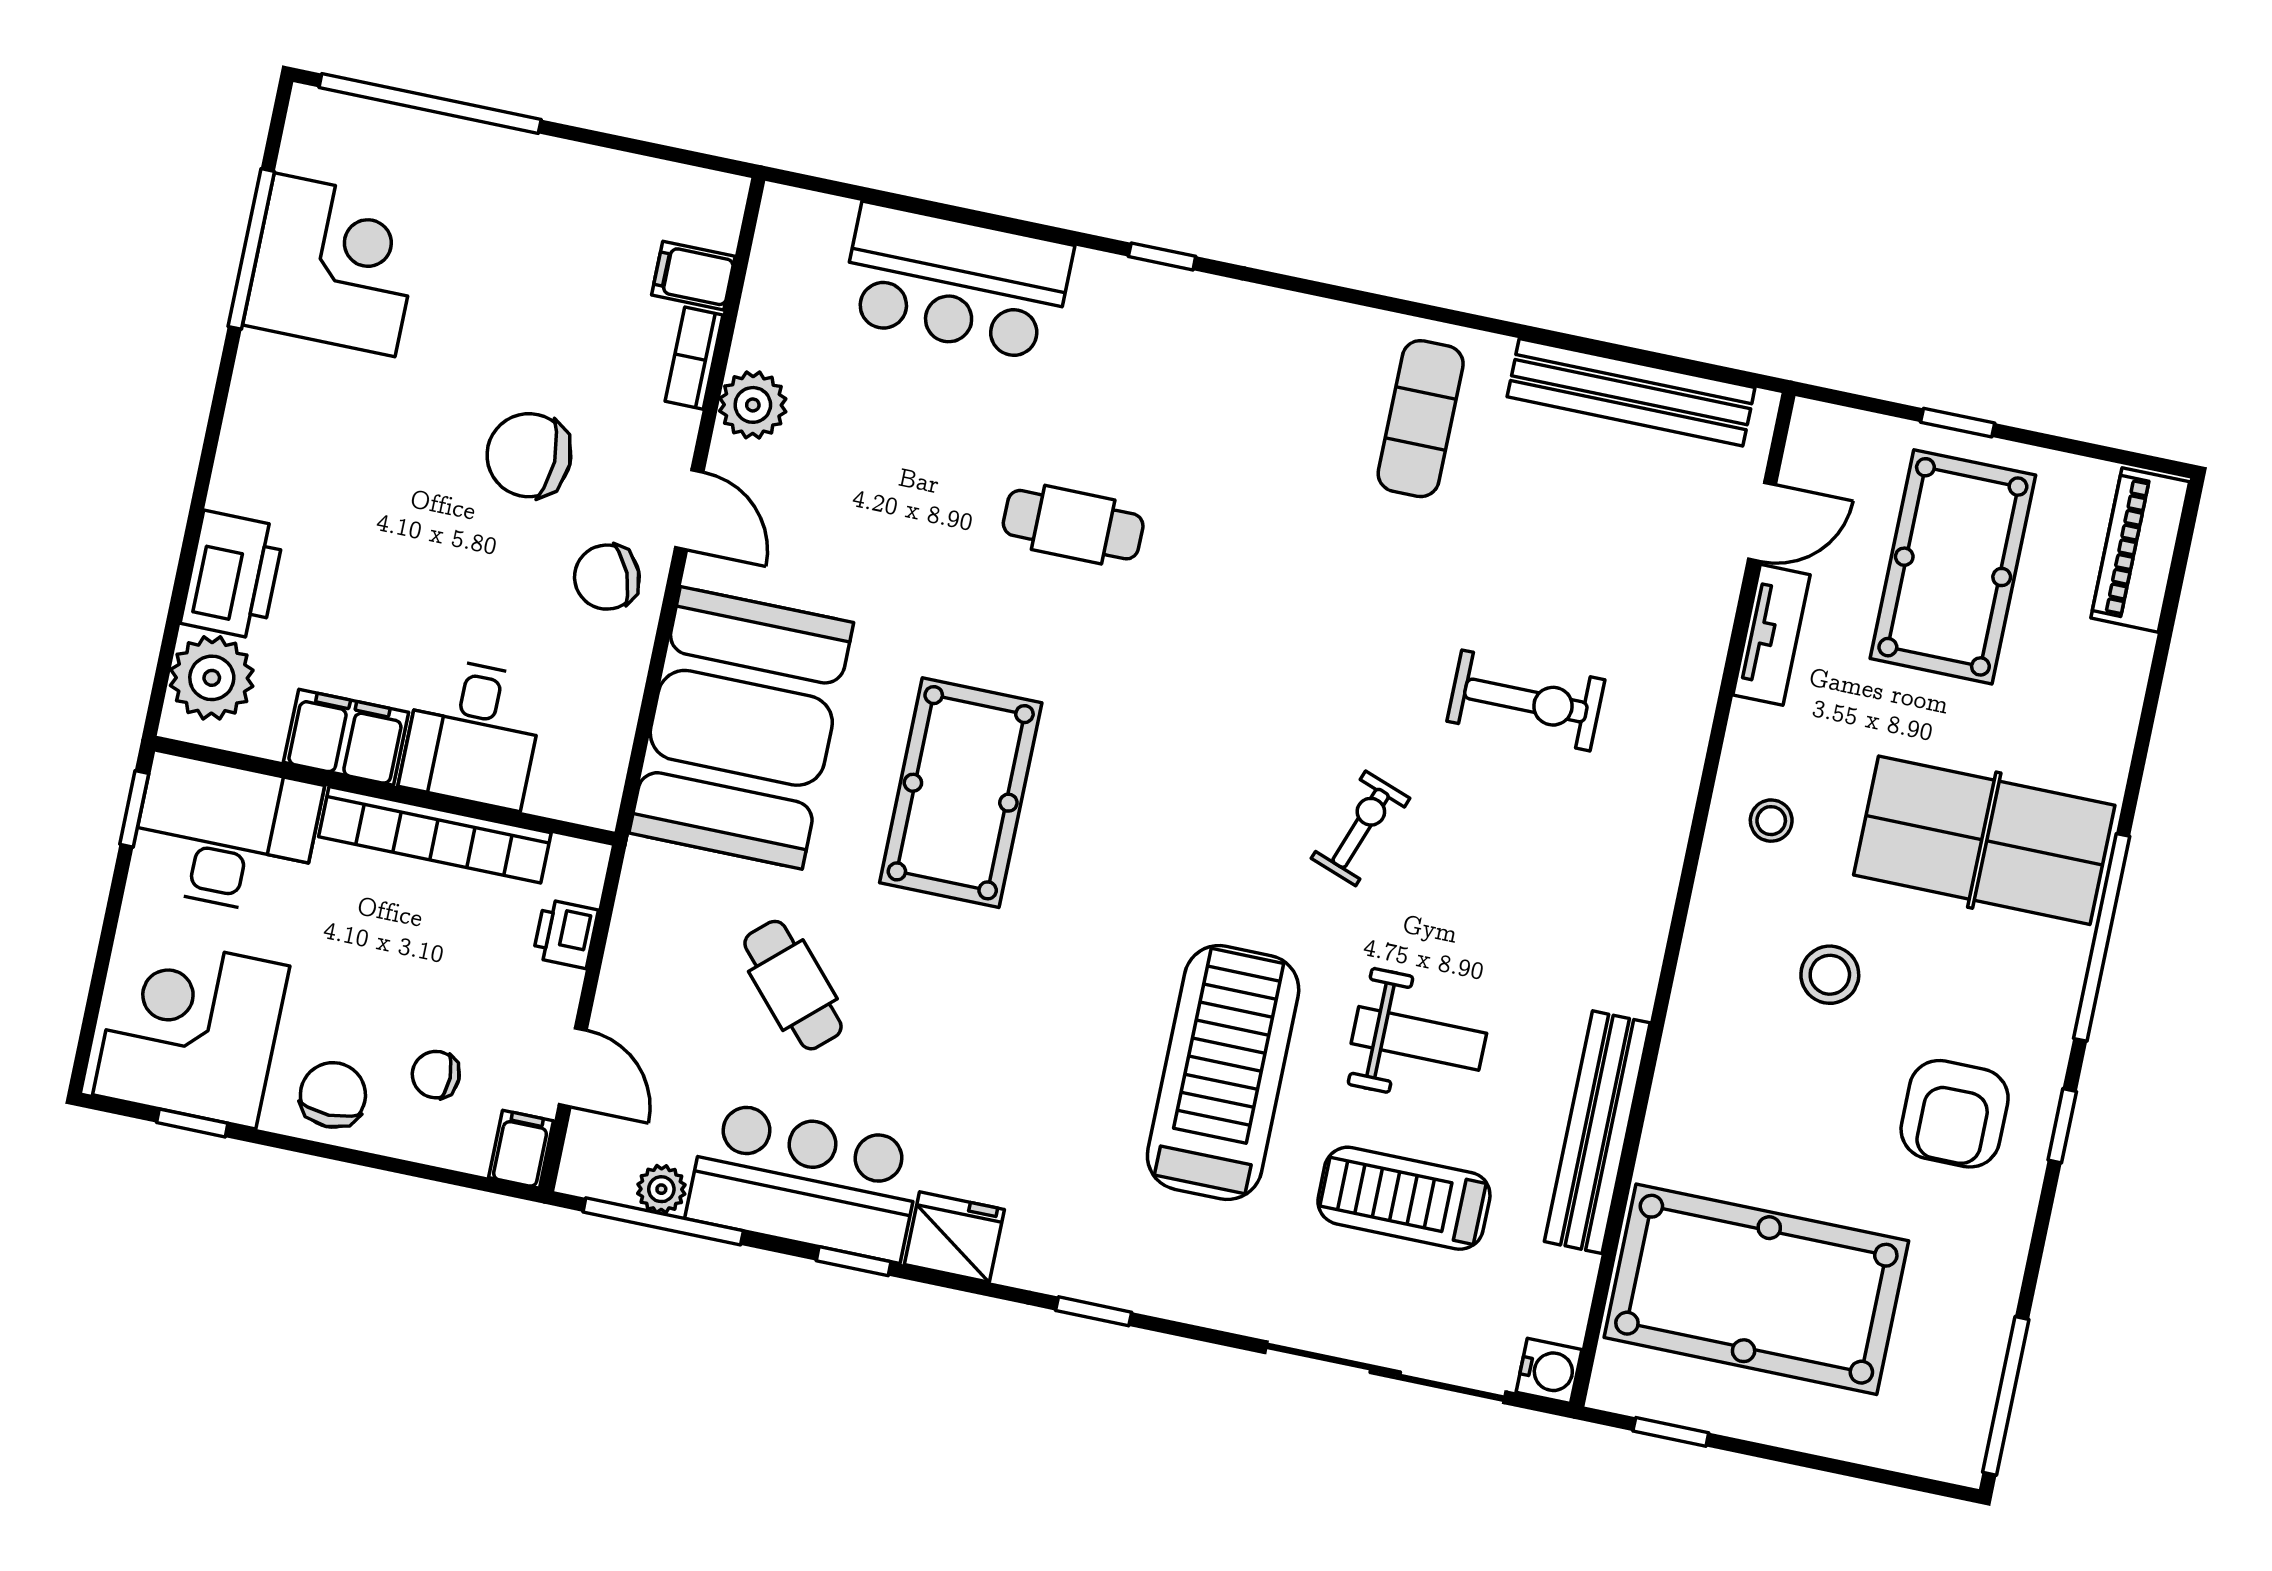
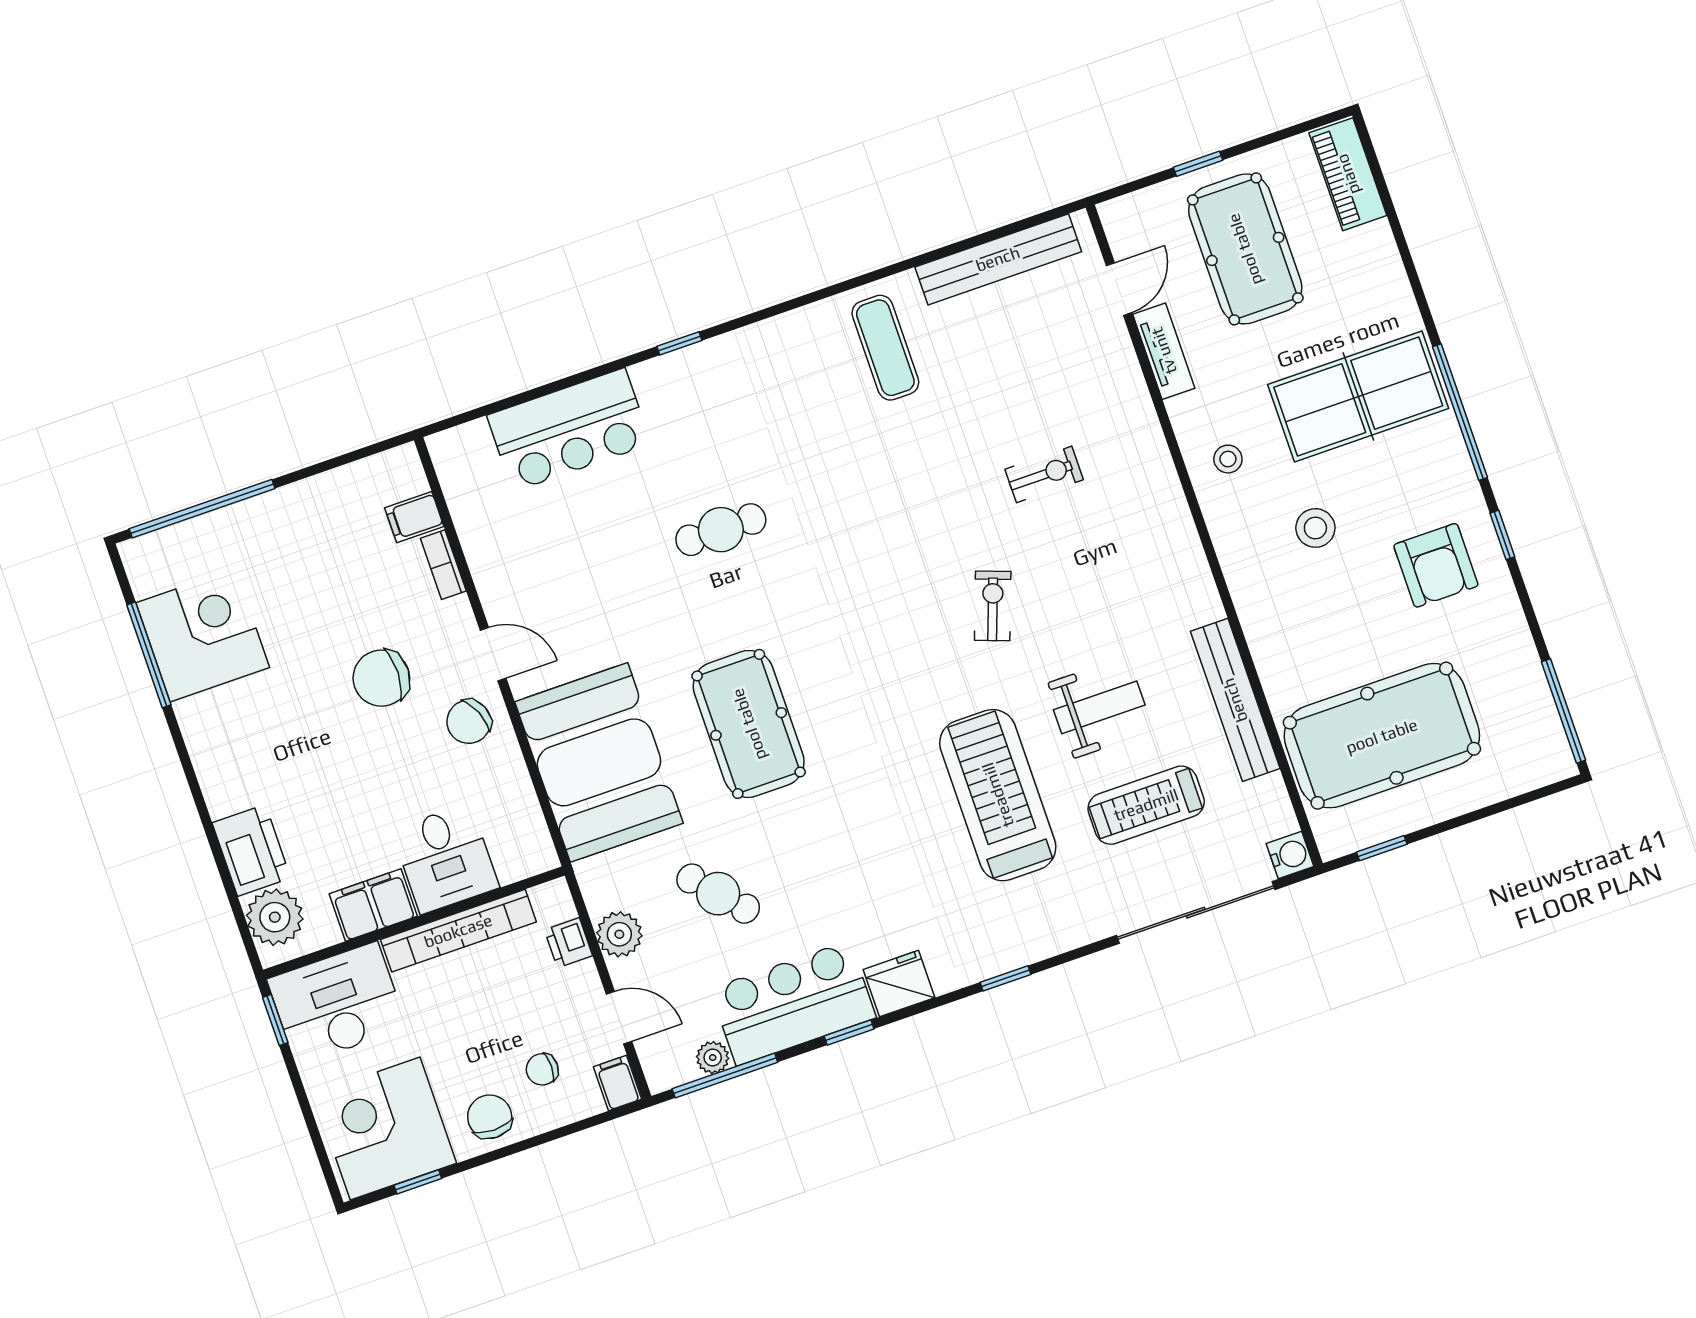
plant: (753, 405) -> (619, 934), moved
exercise bike: (1526, 700) -> (1044, 474), width x0.73, depth x0.72

